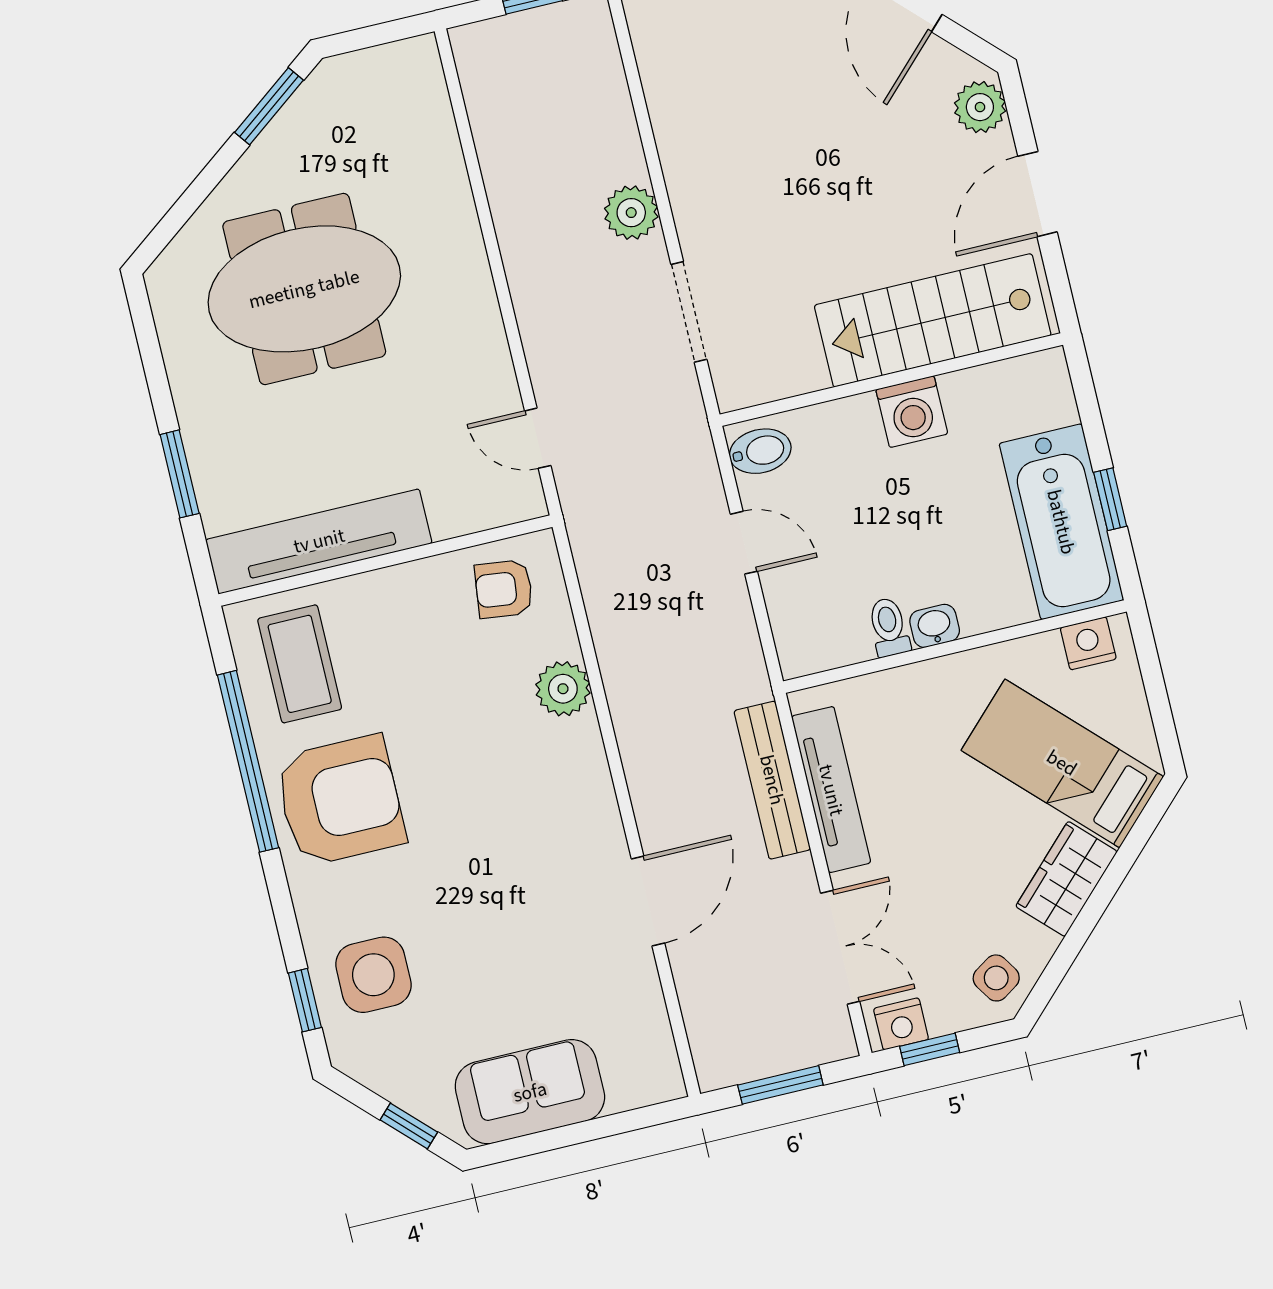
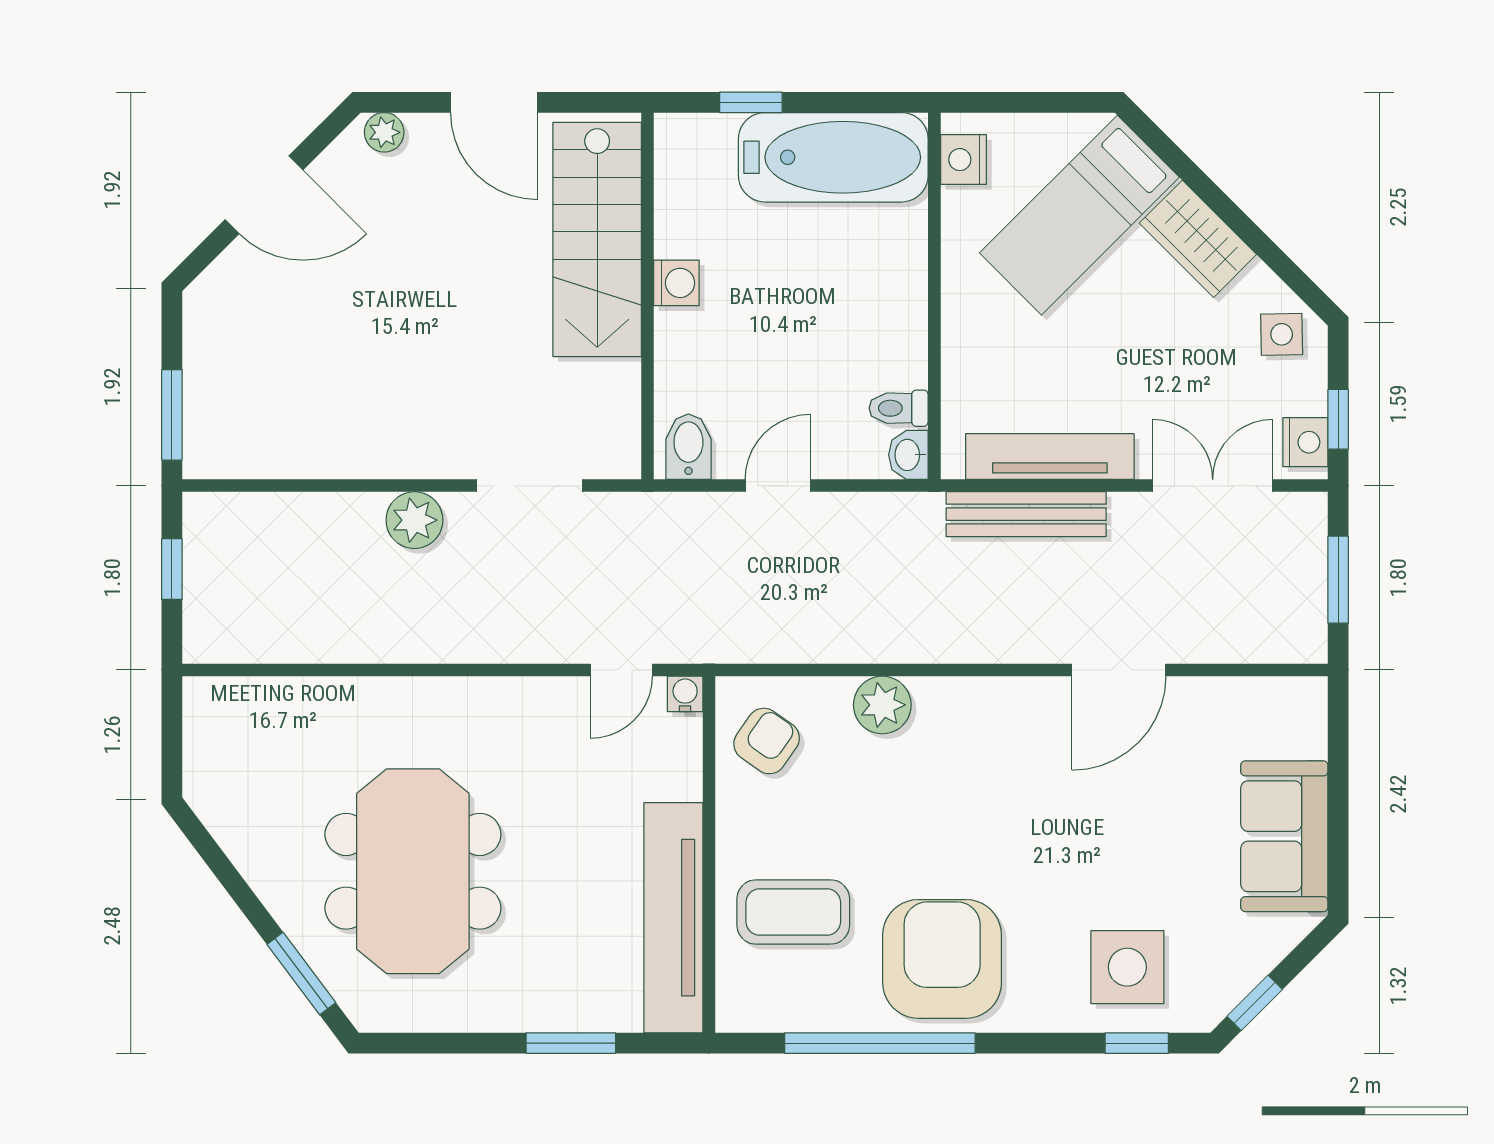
window: (269, 106) -> (301, 974), moved
plant: (980, 107) -> (384, 132), width x0.73, depth x0.73
washing machine: (912, 412) -> (676, 283), width x0.73, depth x0.73
window: (1110, 499) -> (751, 102), moved
water cooler: (530, 503) -> (685, 694), added
armchair: (504, 589) -> (767, 741), turned -152
washbasin: (935, 626) -> (908, 455), moved
toilet: (889, 627) -> (899, 408), moved
coffee table: (300, 664) -> (793, 912), moved
door: (648, 901) -> (1119, 670), swing flipped
side table: (996, 978) -> (1282, 334), turned 32
window: (409, 1126) -> (1255, 1003), moved

